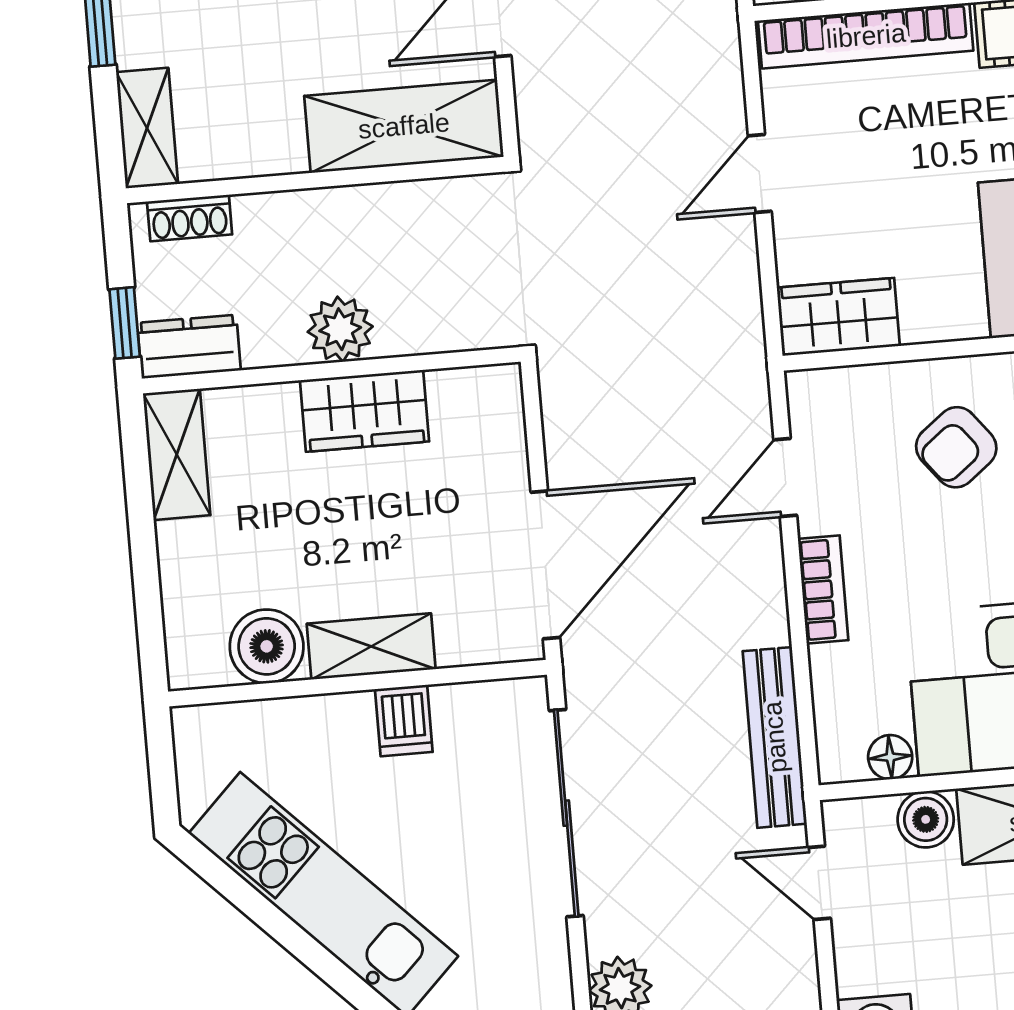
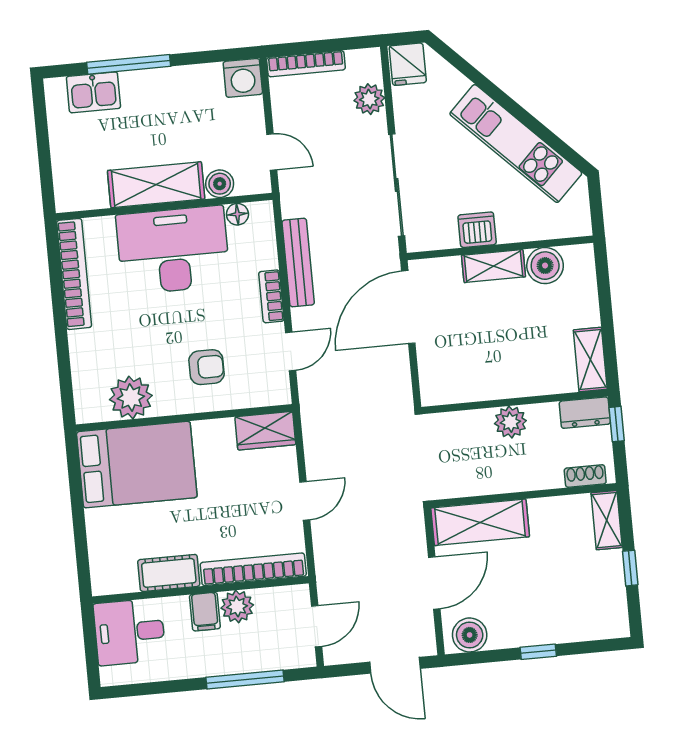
wardrobe: (365, 411) -> (498, 382), removed
armchair: (956, 447) -> (207, 367), turned 38
dishwasher: (404, 720) -> (477, 230), width x1.38
bench: (775, 737) -> (298, 263), moved

